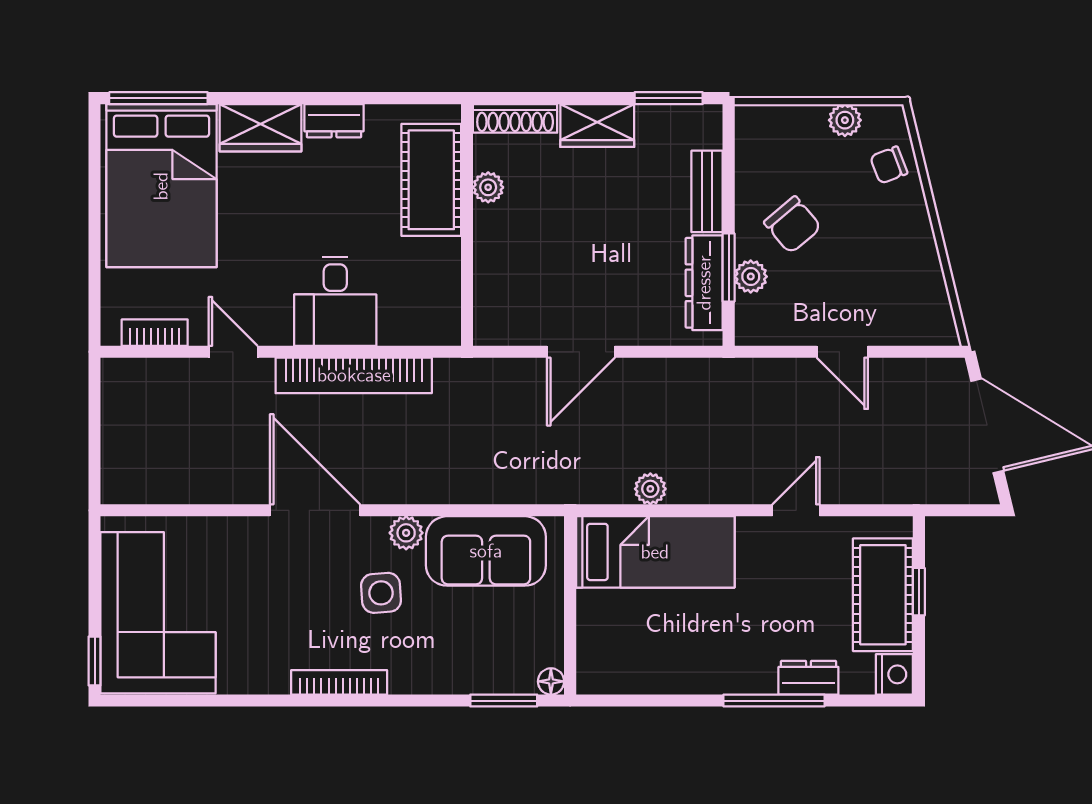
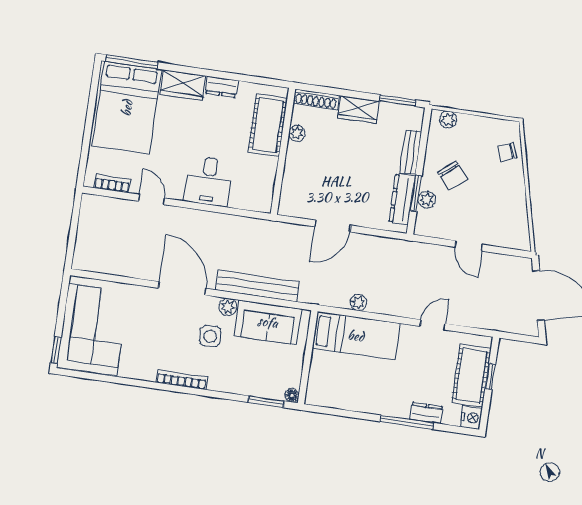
plant: (845, 120) -> (448, 120), moved
bookcase: (354, 375) -> (212, 221), removed
bench: (456, 485) -> (257, 286), added

